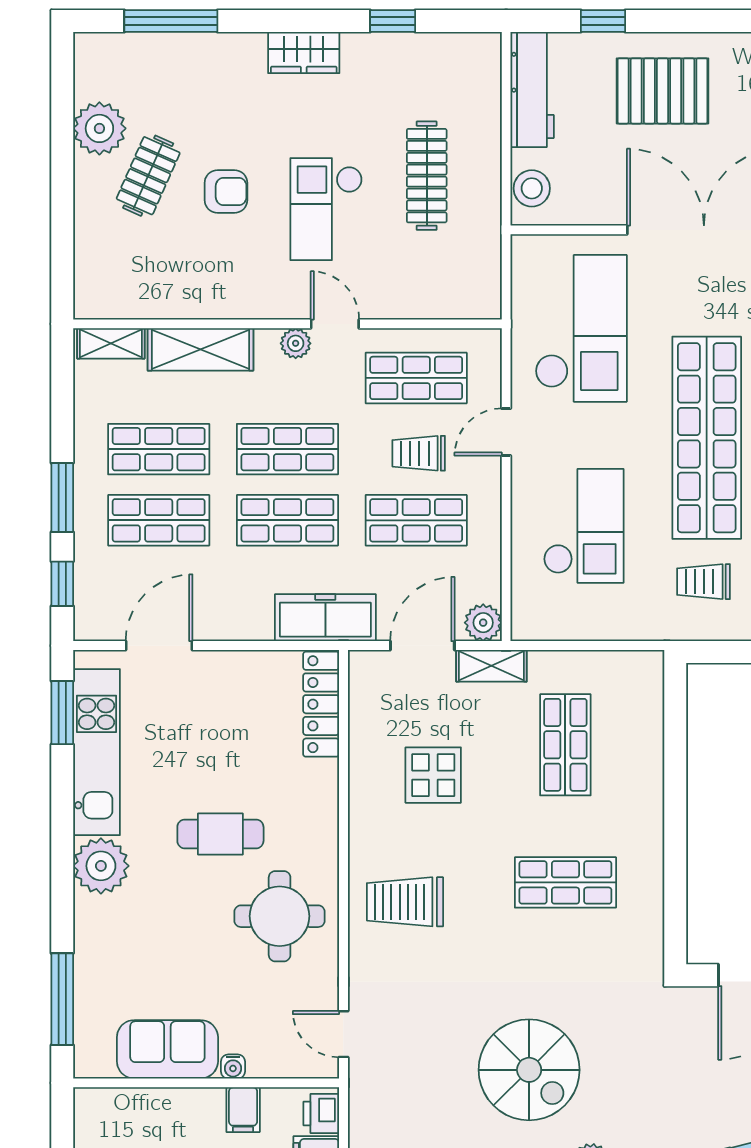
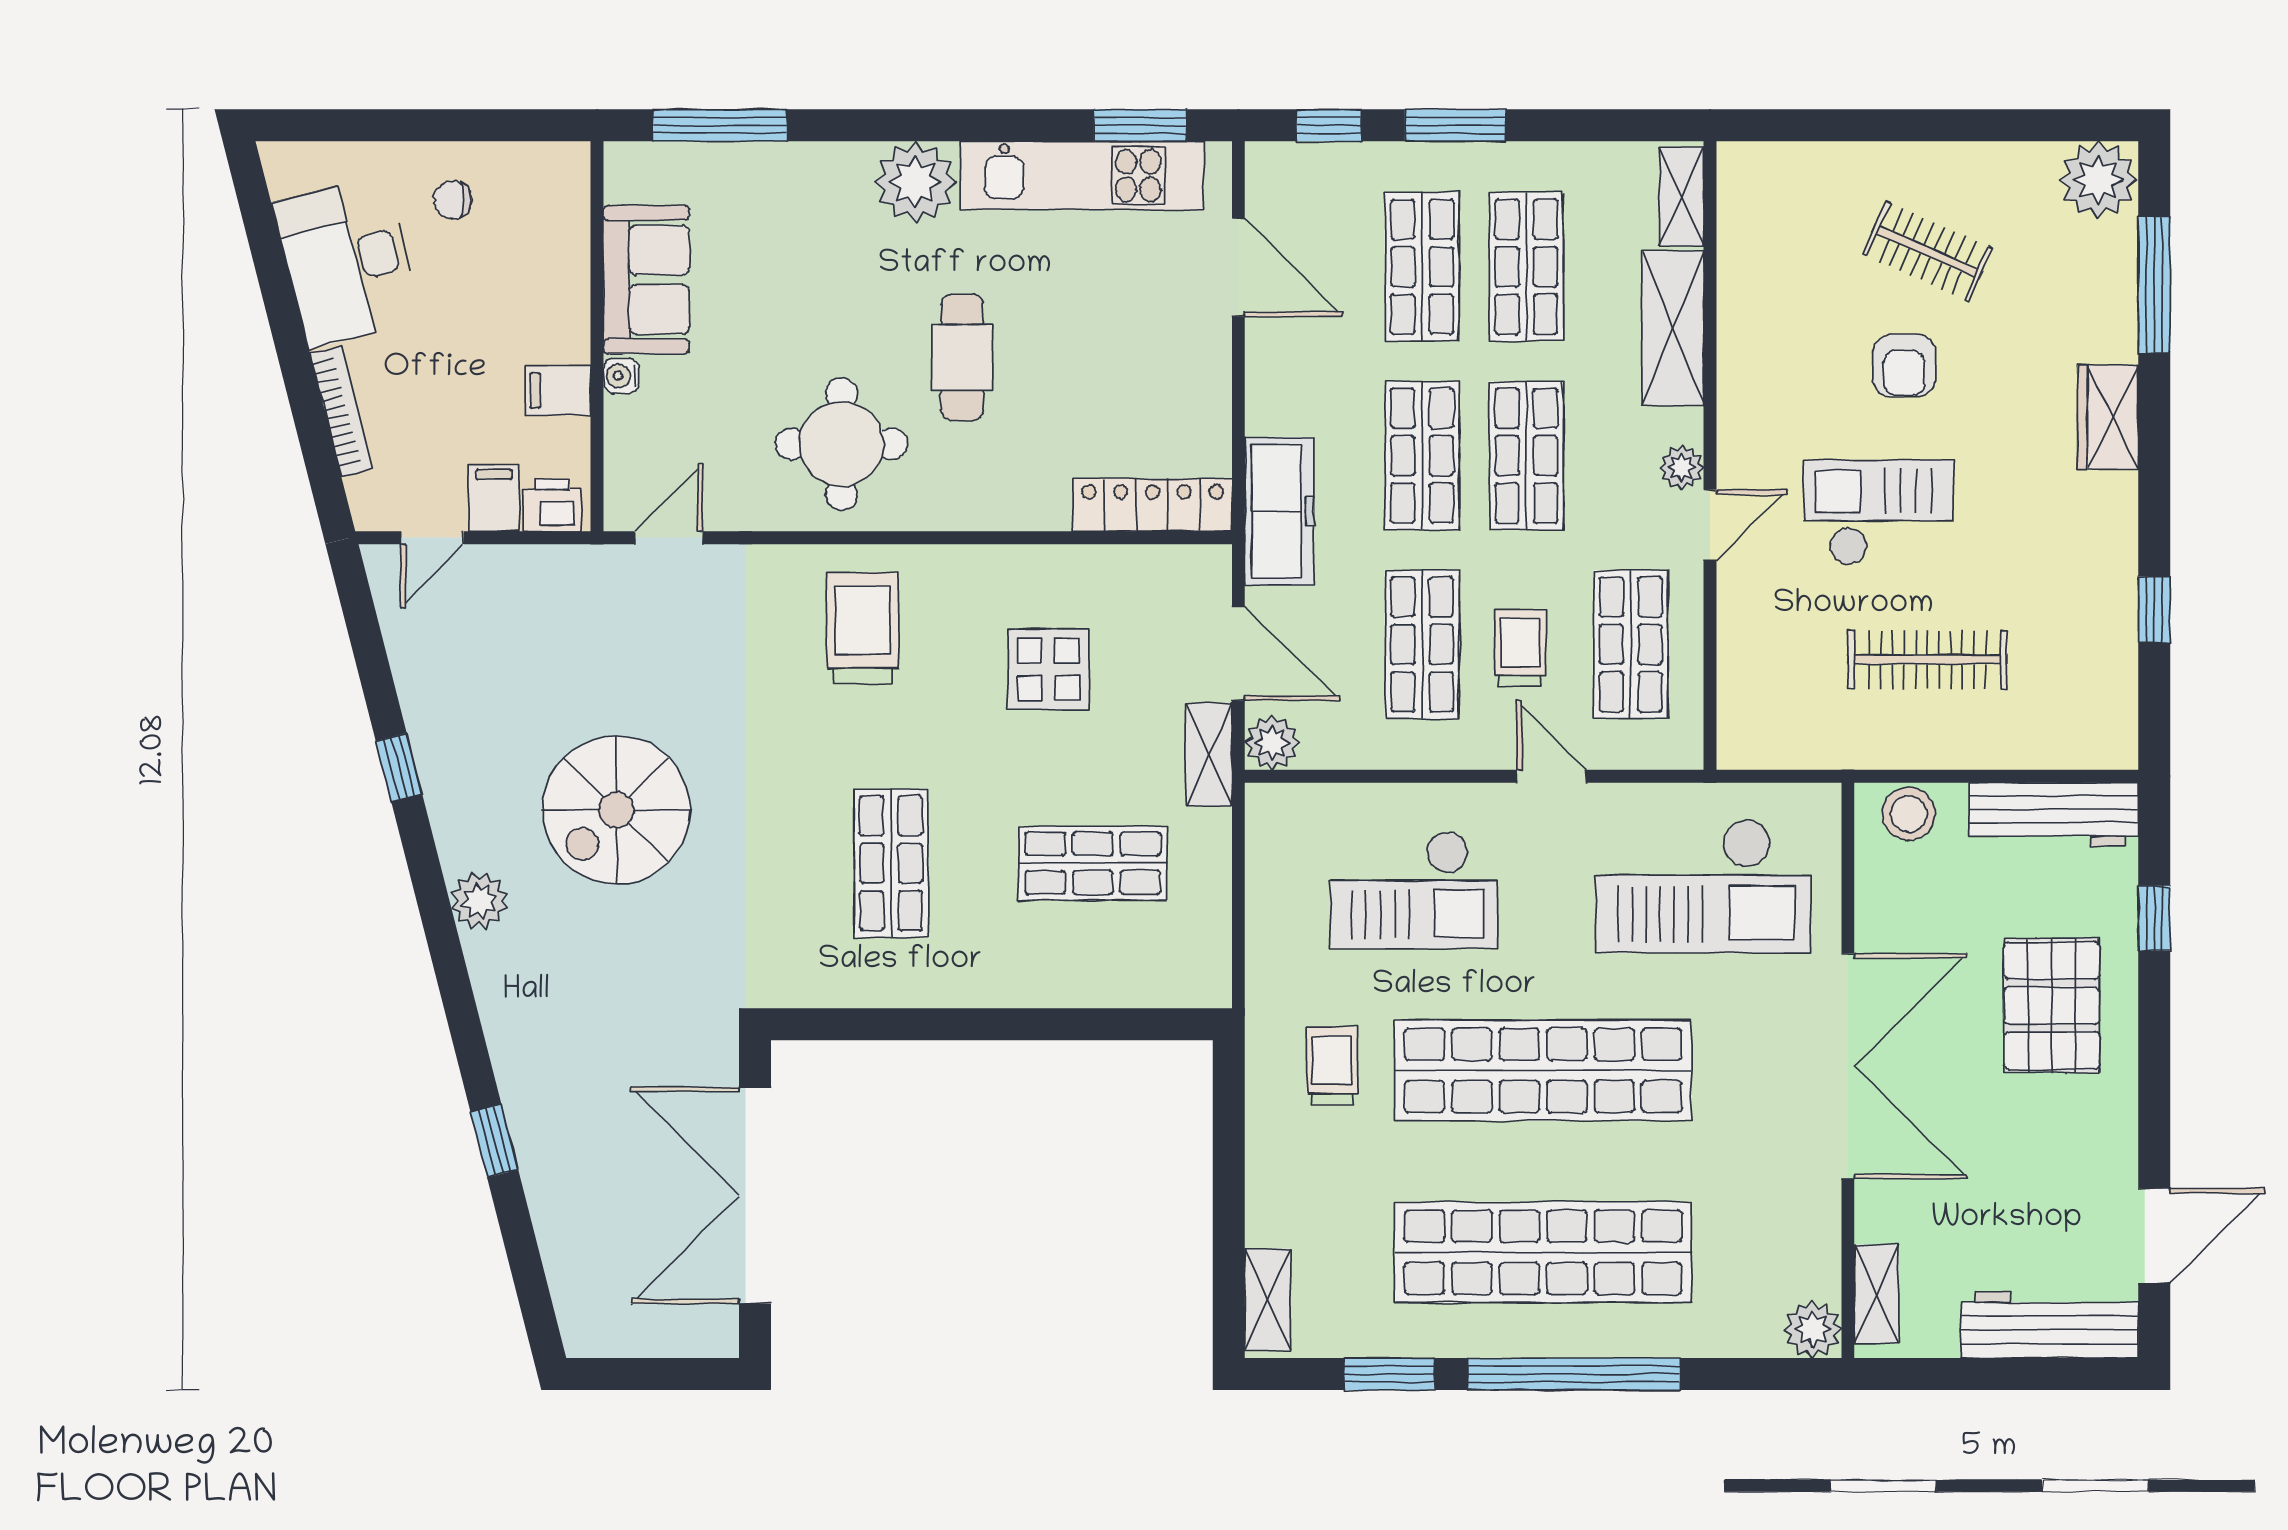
wardrobe: (304, 53) -> (2108, 417), moved
plant: (99, 128) -> (2098, 180), moved

